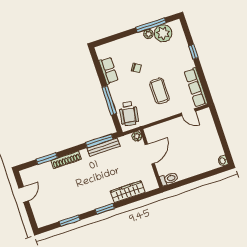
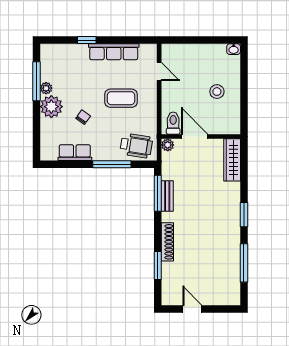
plant: (163, 33) -> (51, 107), moved
row of seats: (196, 87) -> (114, 52), moved
door: (188, 112) -> (159, 72), hinge flipped
bench: (104, 147) -> (167, 196), width x0.73
stool: (188, 159) -> (217, 92), added
toilet: (169, 179) -> (173, 123), moved
wardrobe: (128, 192) -> (232, 160), moved
window: (70, 221) -> (244, 263), width x1.44

